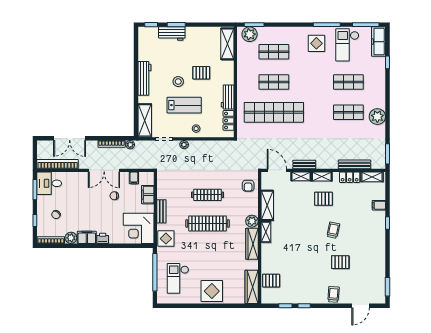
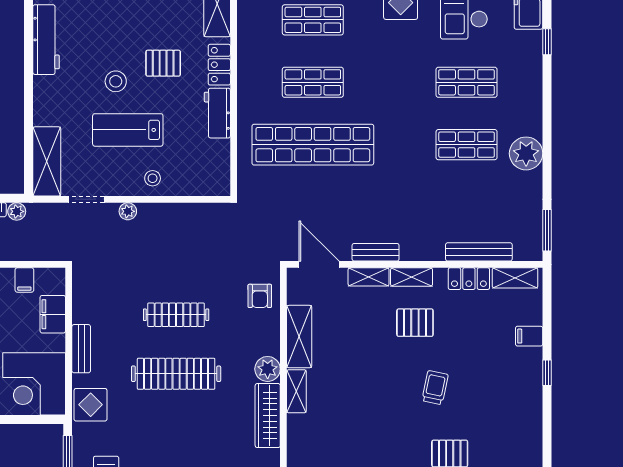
workbench: (144, 78) -> (46, 40), moved
lab bench: (184, 105) -> (128, 130), turned 180
locker: (228, 120) -> (219, 65), moved

